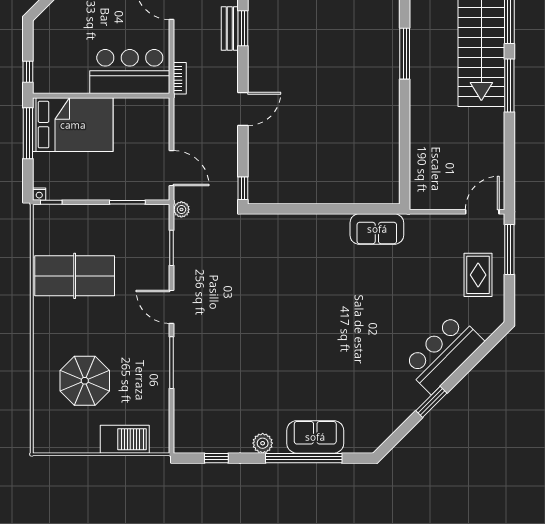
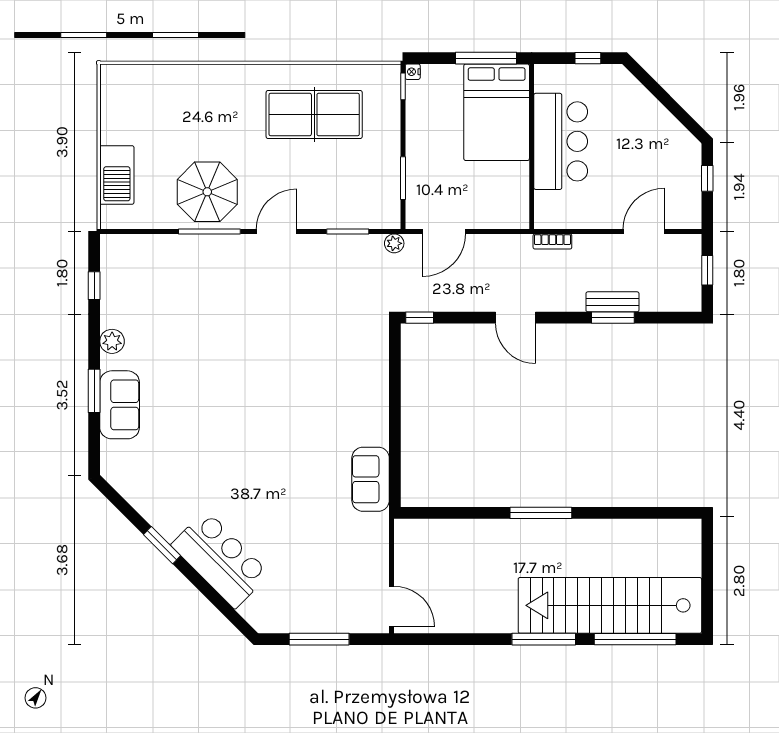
window: (405, 54) -> (541, 513), moved
window: (28, 72) -> (588, 58), moved
bar counter: (130, 72) -> (561, 141), moved
window: (509, 249) -> (319, 639), moved
rug: (478, 275) -> (315, 601), removed
table tennis table: (75, 276) -> (314, 115), turned 90
parasol: (85, 381) -> (207, 192), moved
window: (304, 458) -> (94, 391), width x0.47

